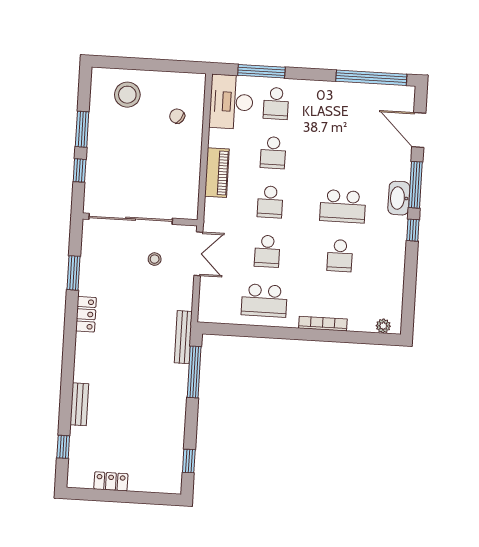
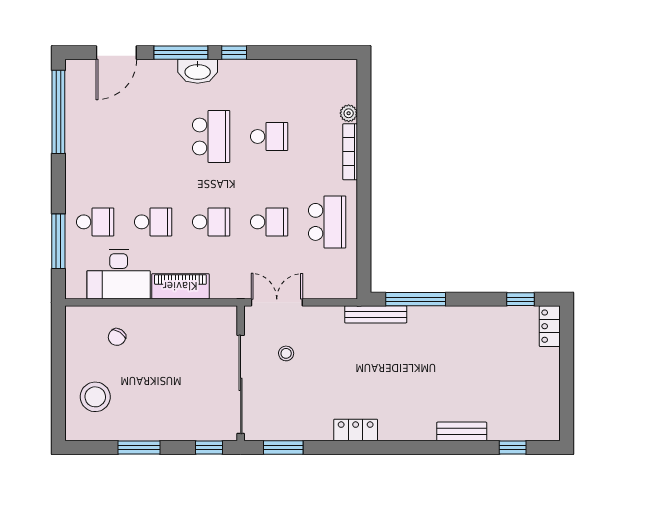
desk: (231, 102) -> (119, 274), moved
window: (80, 170) -> (209, 448), moved
window: (74, 273) -> (283, 448), moved
plant: (383, 326) -> (349, 113), moved
locker: (111, 481) -> (550, 326), moved

